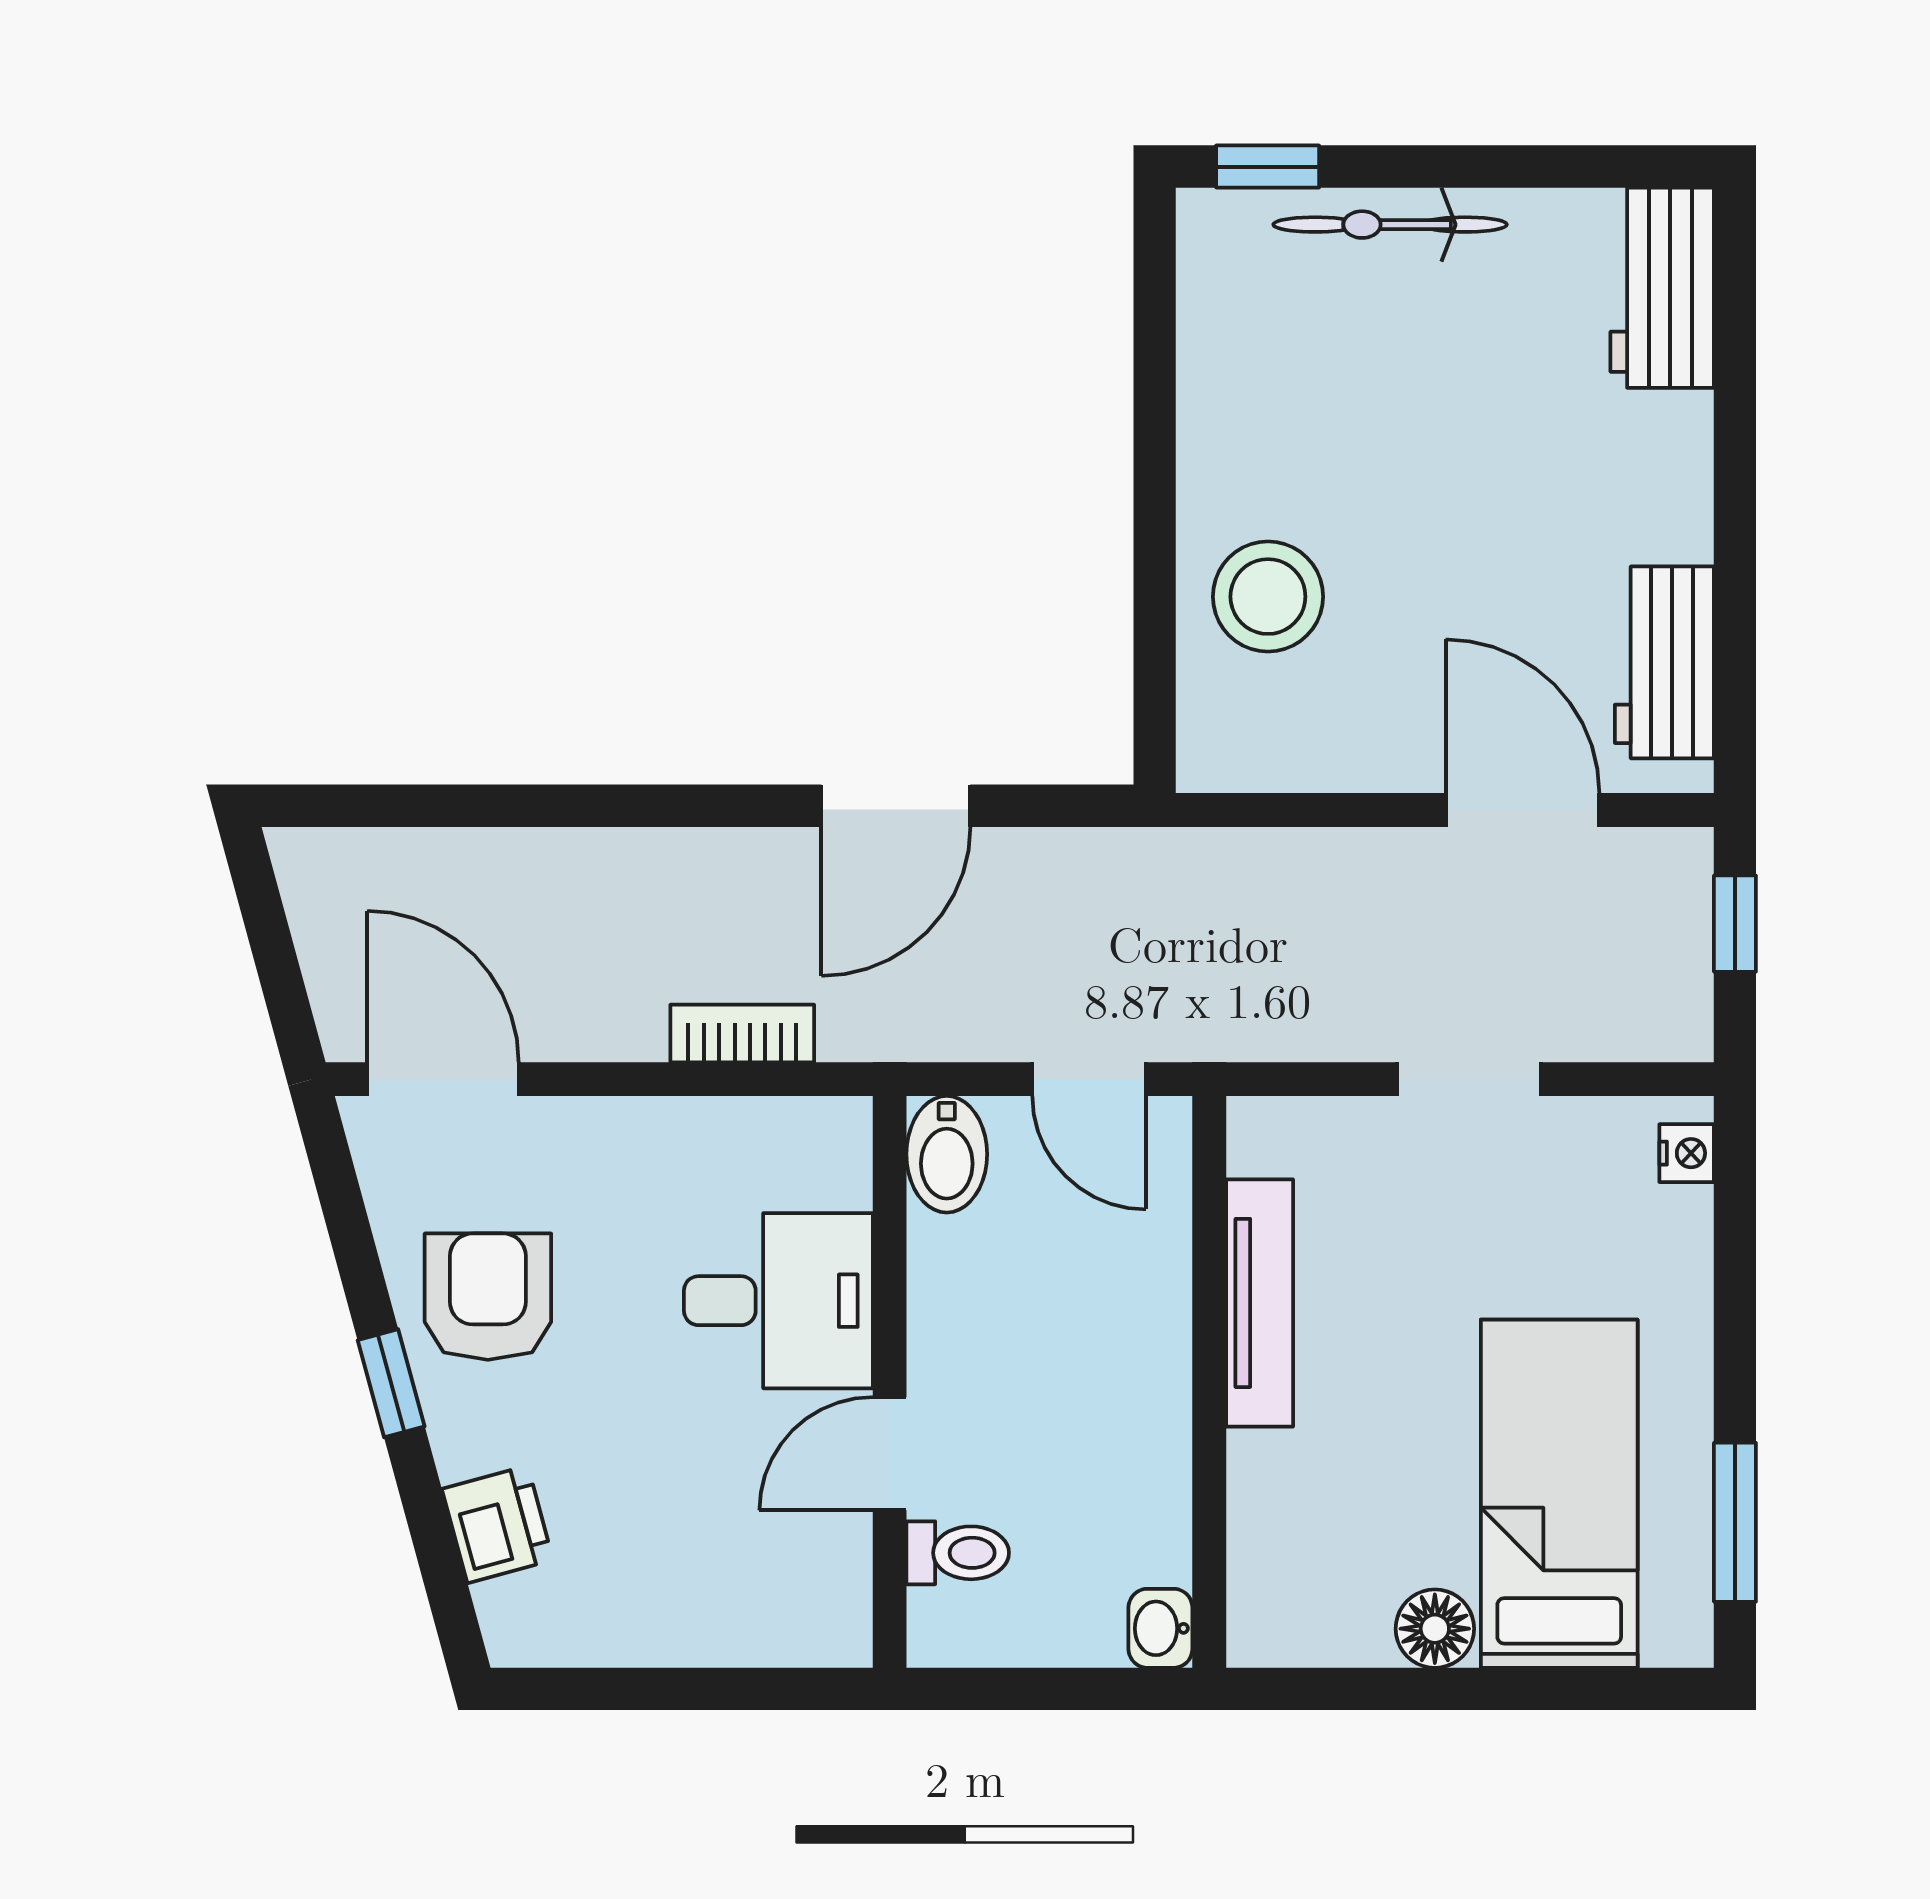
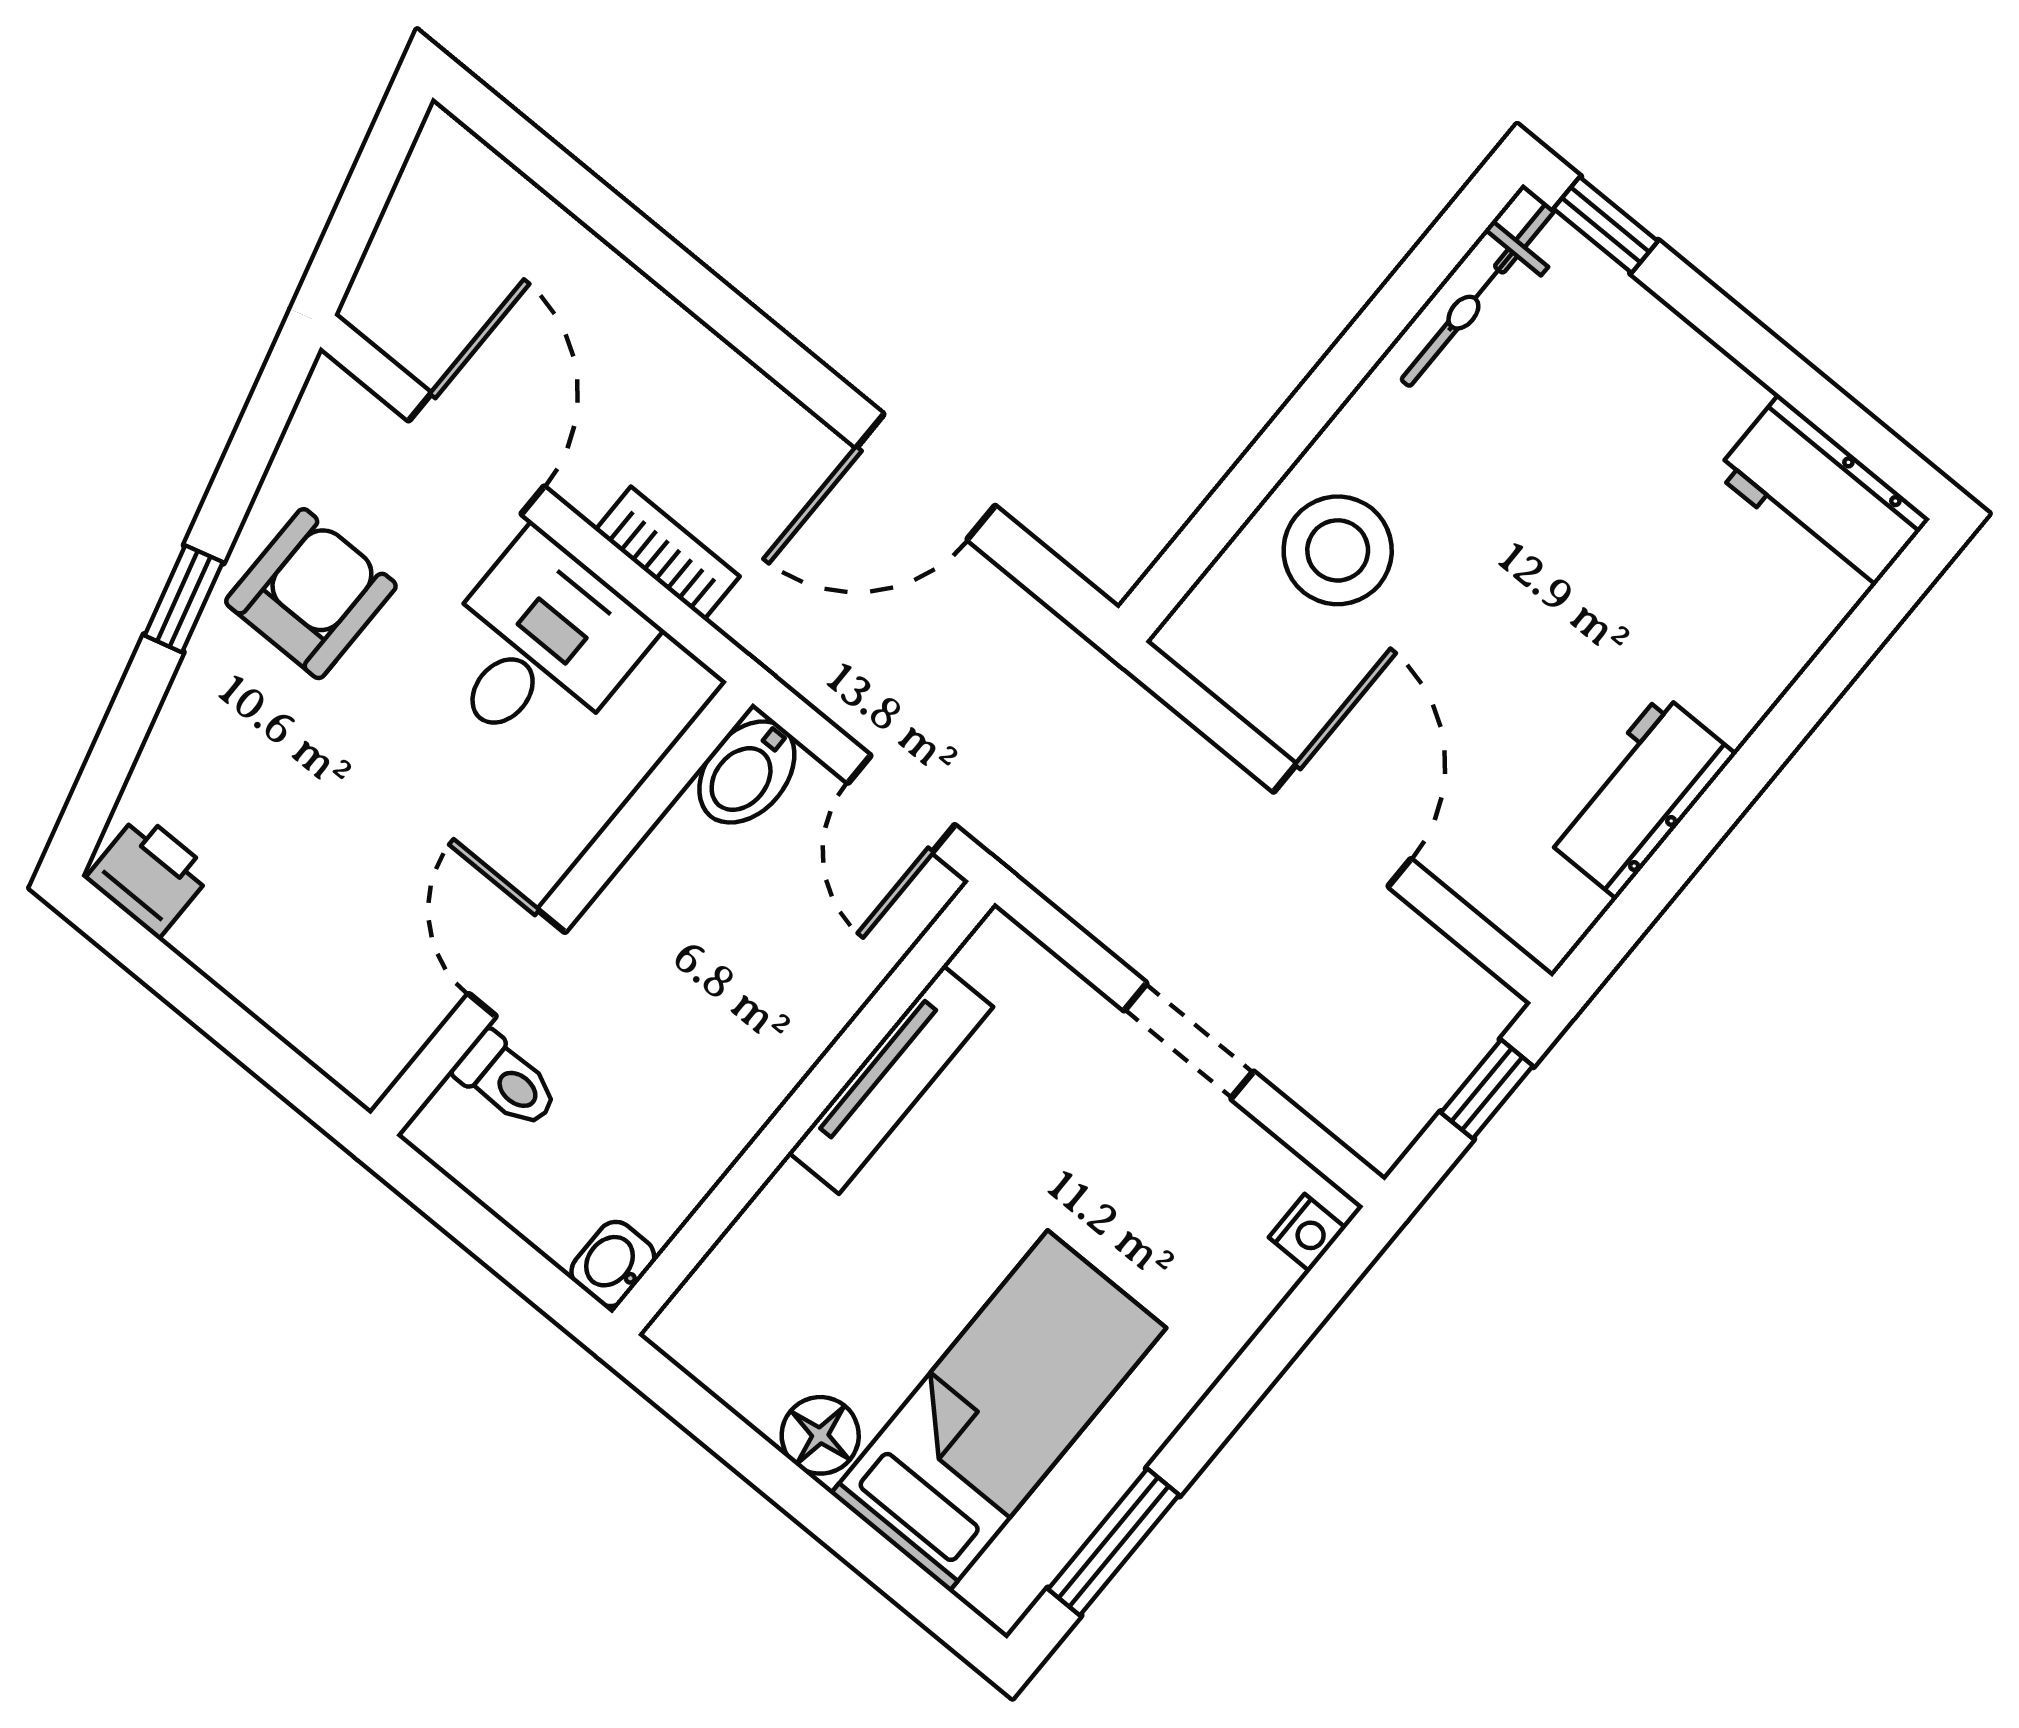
bicycle: (1390, 225) -> (1478, 295), moved, turned -90
workbench: (1662, 288) -> (1822, 496), moved, turned -90
workbench: (1664, 662) -> (1639, 796), moved
door: (1522, 810) -> (1342, 825), moved
door: (443, 1079) -> (476, 454), moved
desk: (778, 1301) -> (539, 647), moved, turned -90
door: (890, 1454) -> (517, 963), hinge flipped
printer: (498, 1524) -> (149, 875), moved, turned -75

